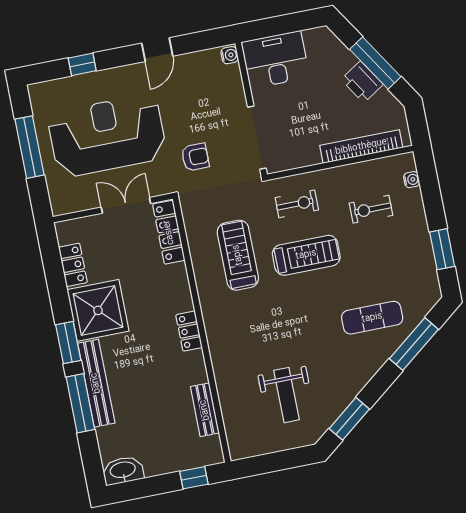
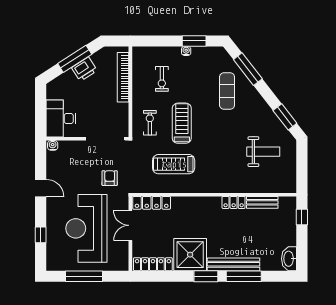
water cooler: (412, 180) -> (186, 51), moved
locker: (73, 265) -> (153, 264), width x1.53
locker: (189, 331) -> (234, 202), moved

